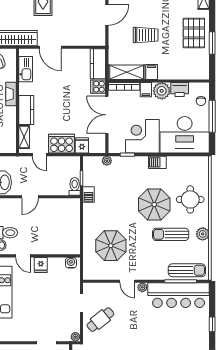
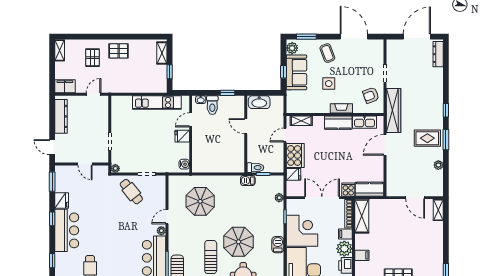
trolley: (146, 35) -> (396, 234), removed
filing cabinet: (152, 72) -> (362, 255), moved
kitchen counter: (26, 110) -> (338, 123), moved

